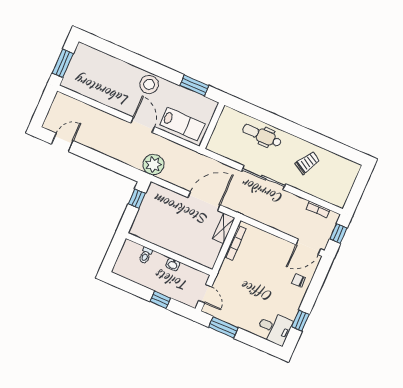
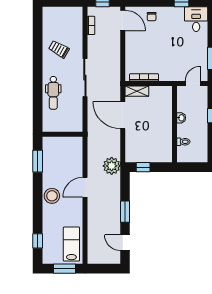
window: (106, 47) -> (38, 241), added
lab bench: (183, 124) -> (71, 244), moved
window: (97, 157) -> (125, 212), added

